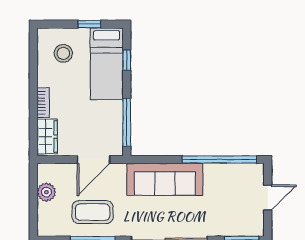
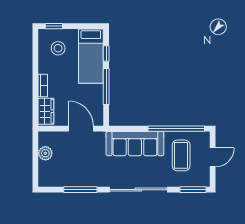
window: (89, 24) -> (54, 26), moved
window: (127, 122) -> (106, 86), moved
door: (94, 160) -> (81, 129), swing flipped
coffee table: (93, 212) -> (181, 155), moved, turned 90

